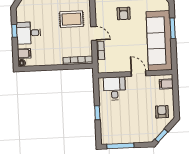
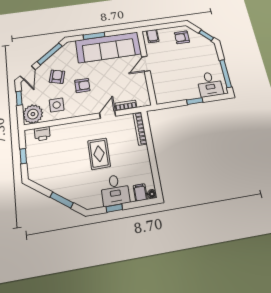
rug: (71, 19) -> (99, 154), moved
desk: (114, 88) -> (210, 84), moved, turned -90

